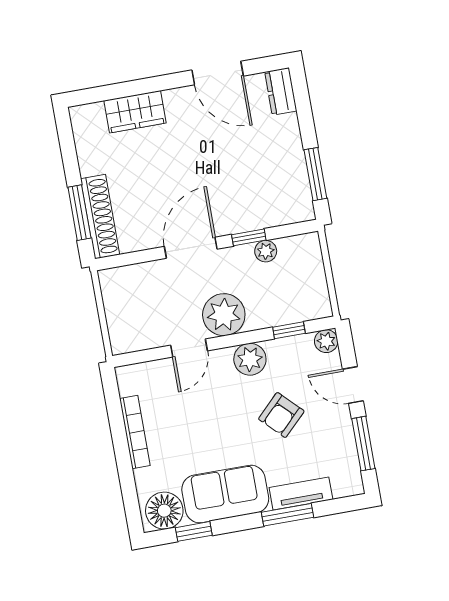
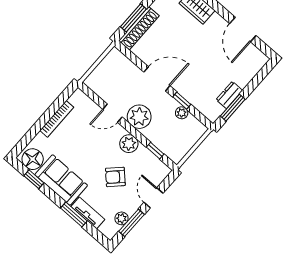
dresser: (281, 91) -> (229, 95), moved
plant: (326, 341) -> (122, 218), moved

